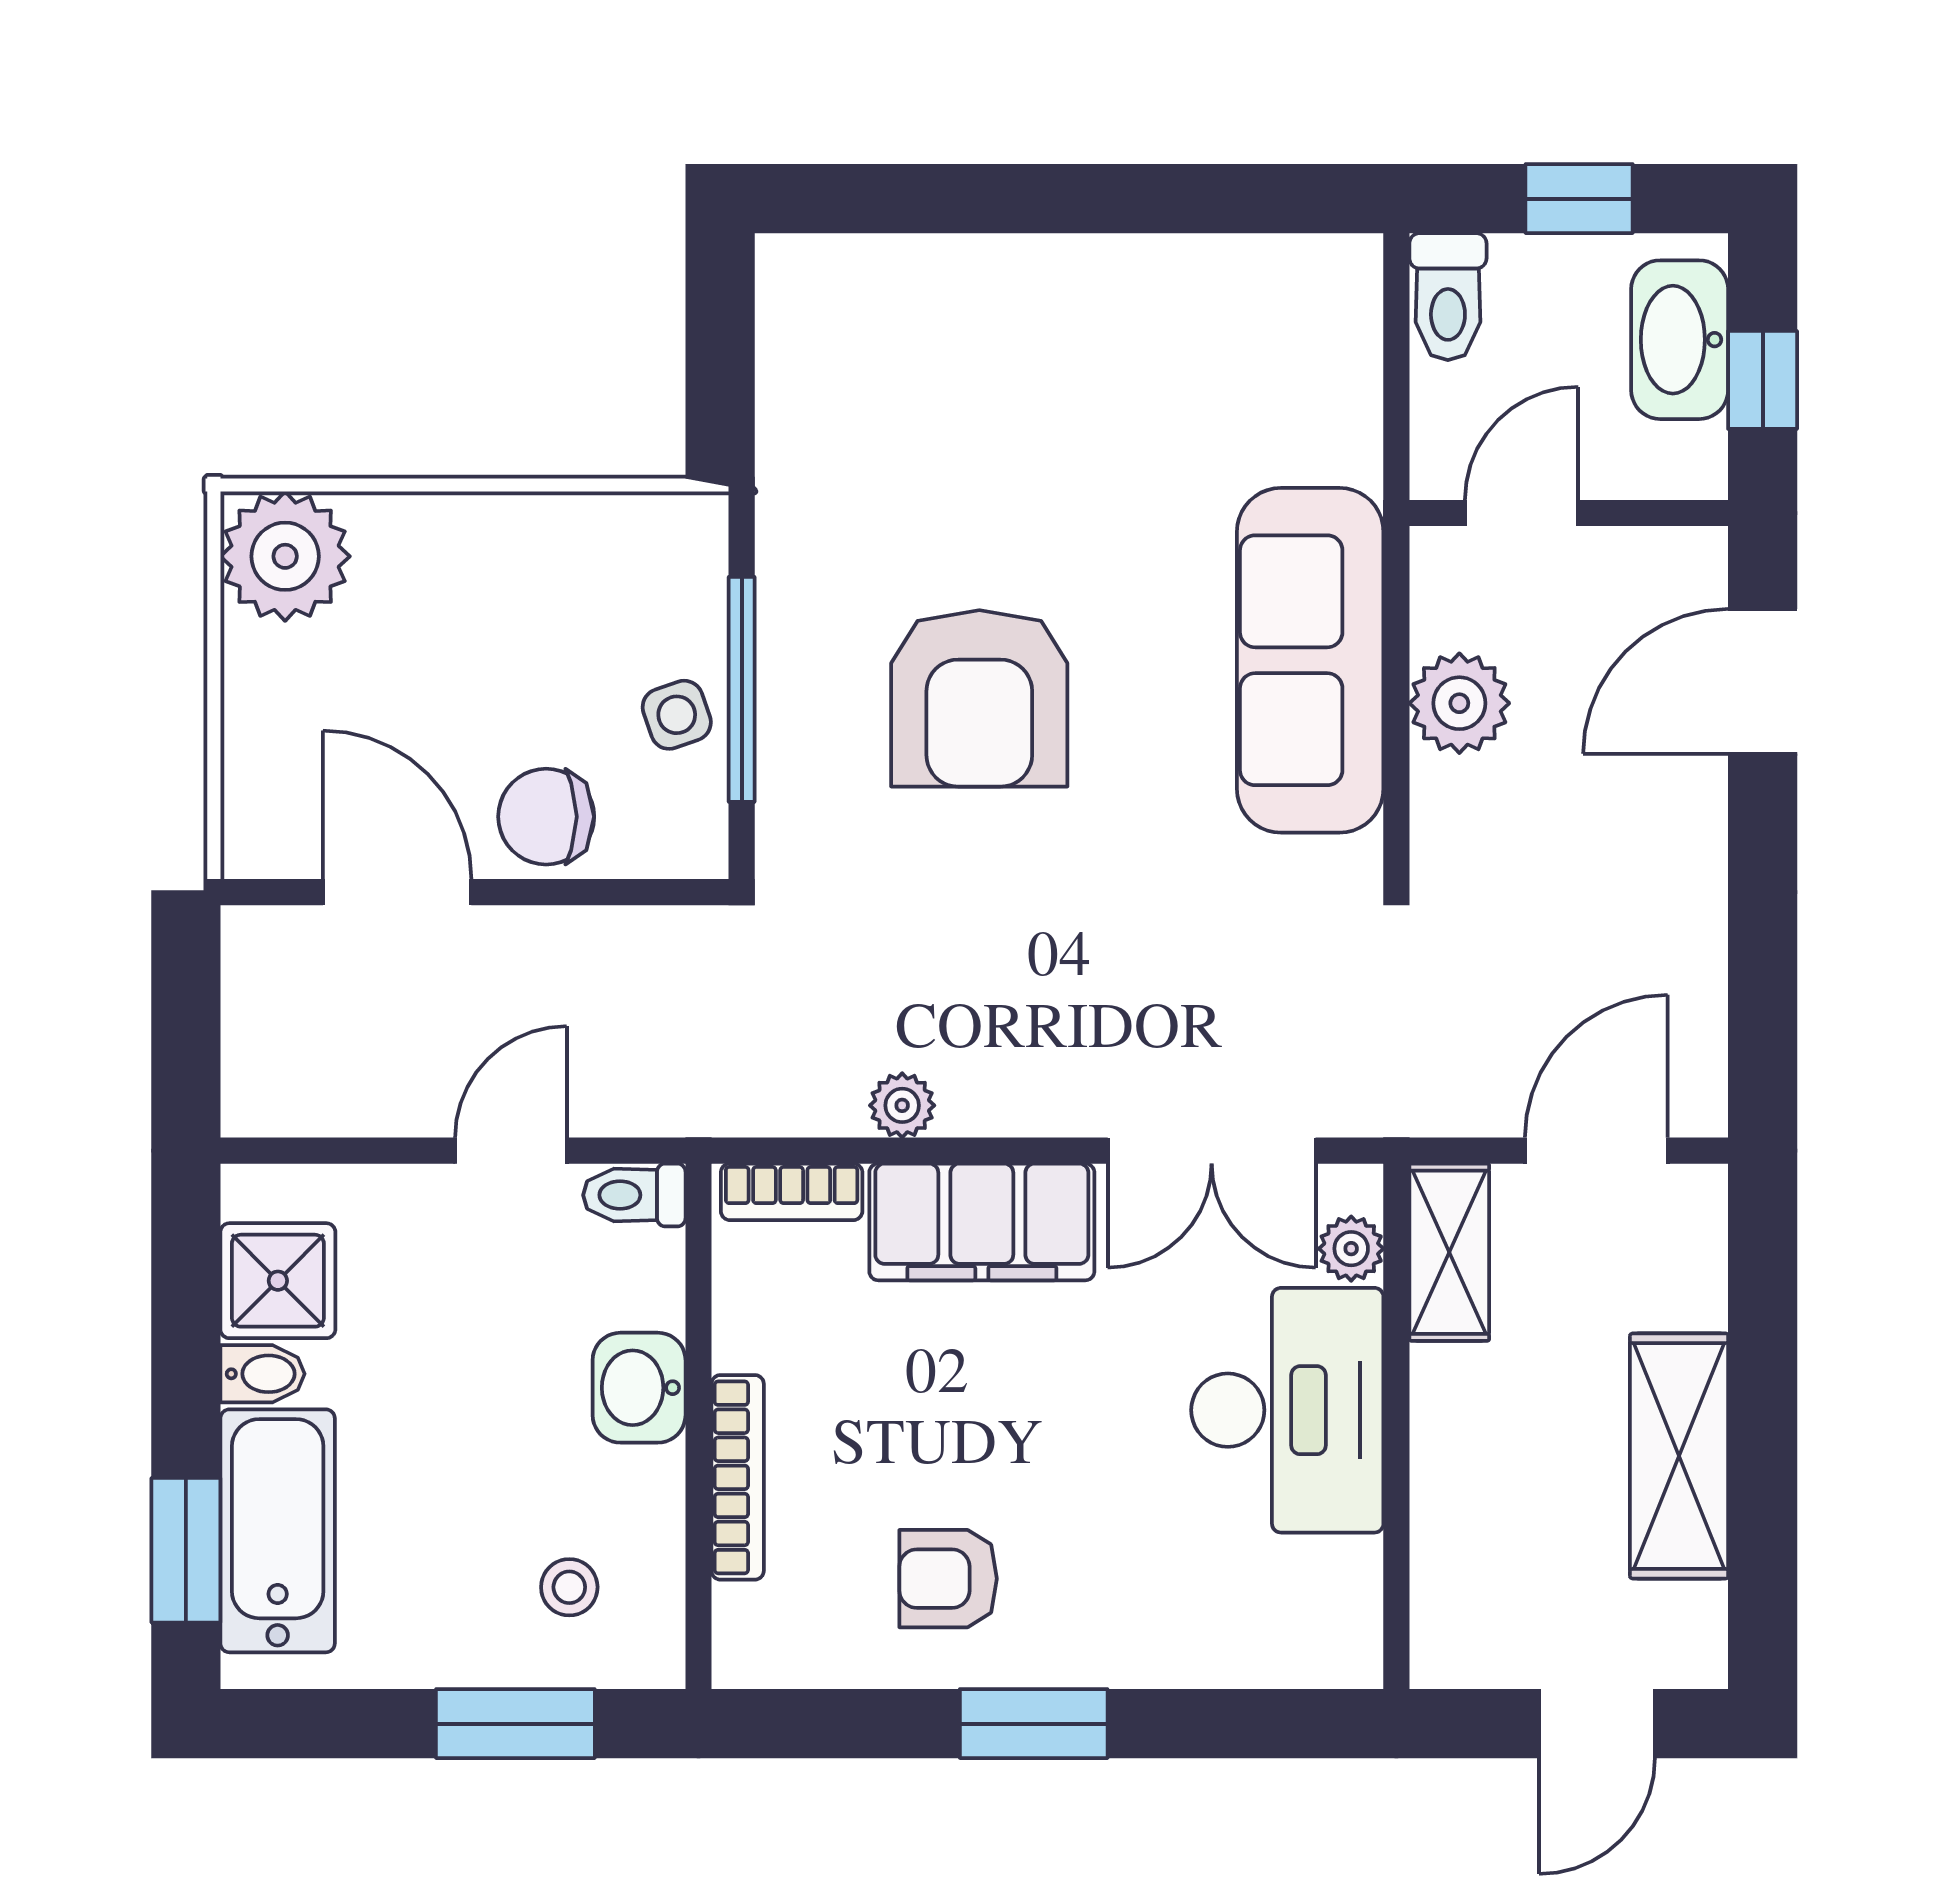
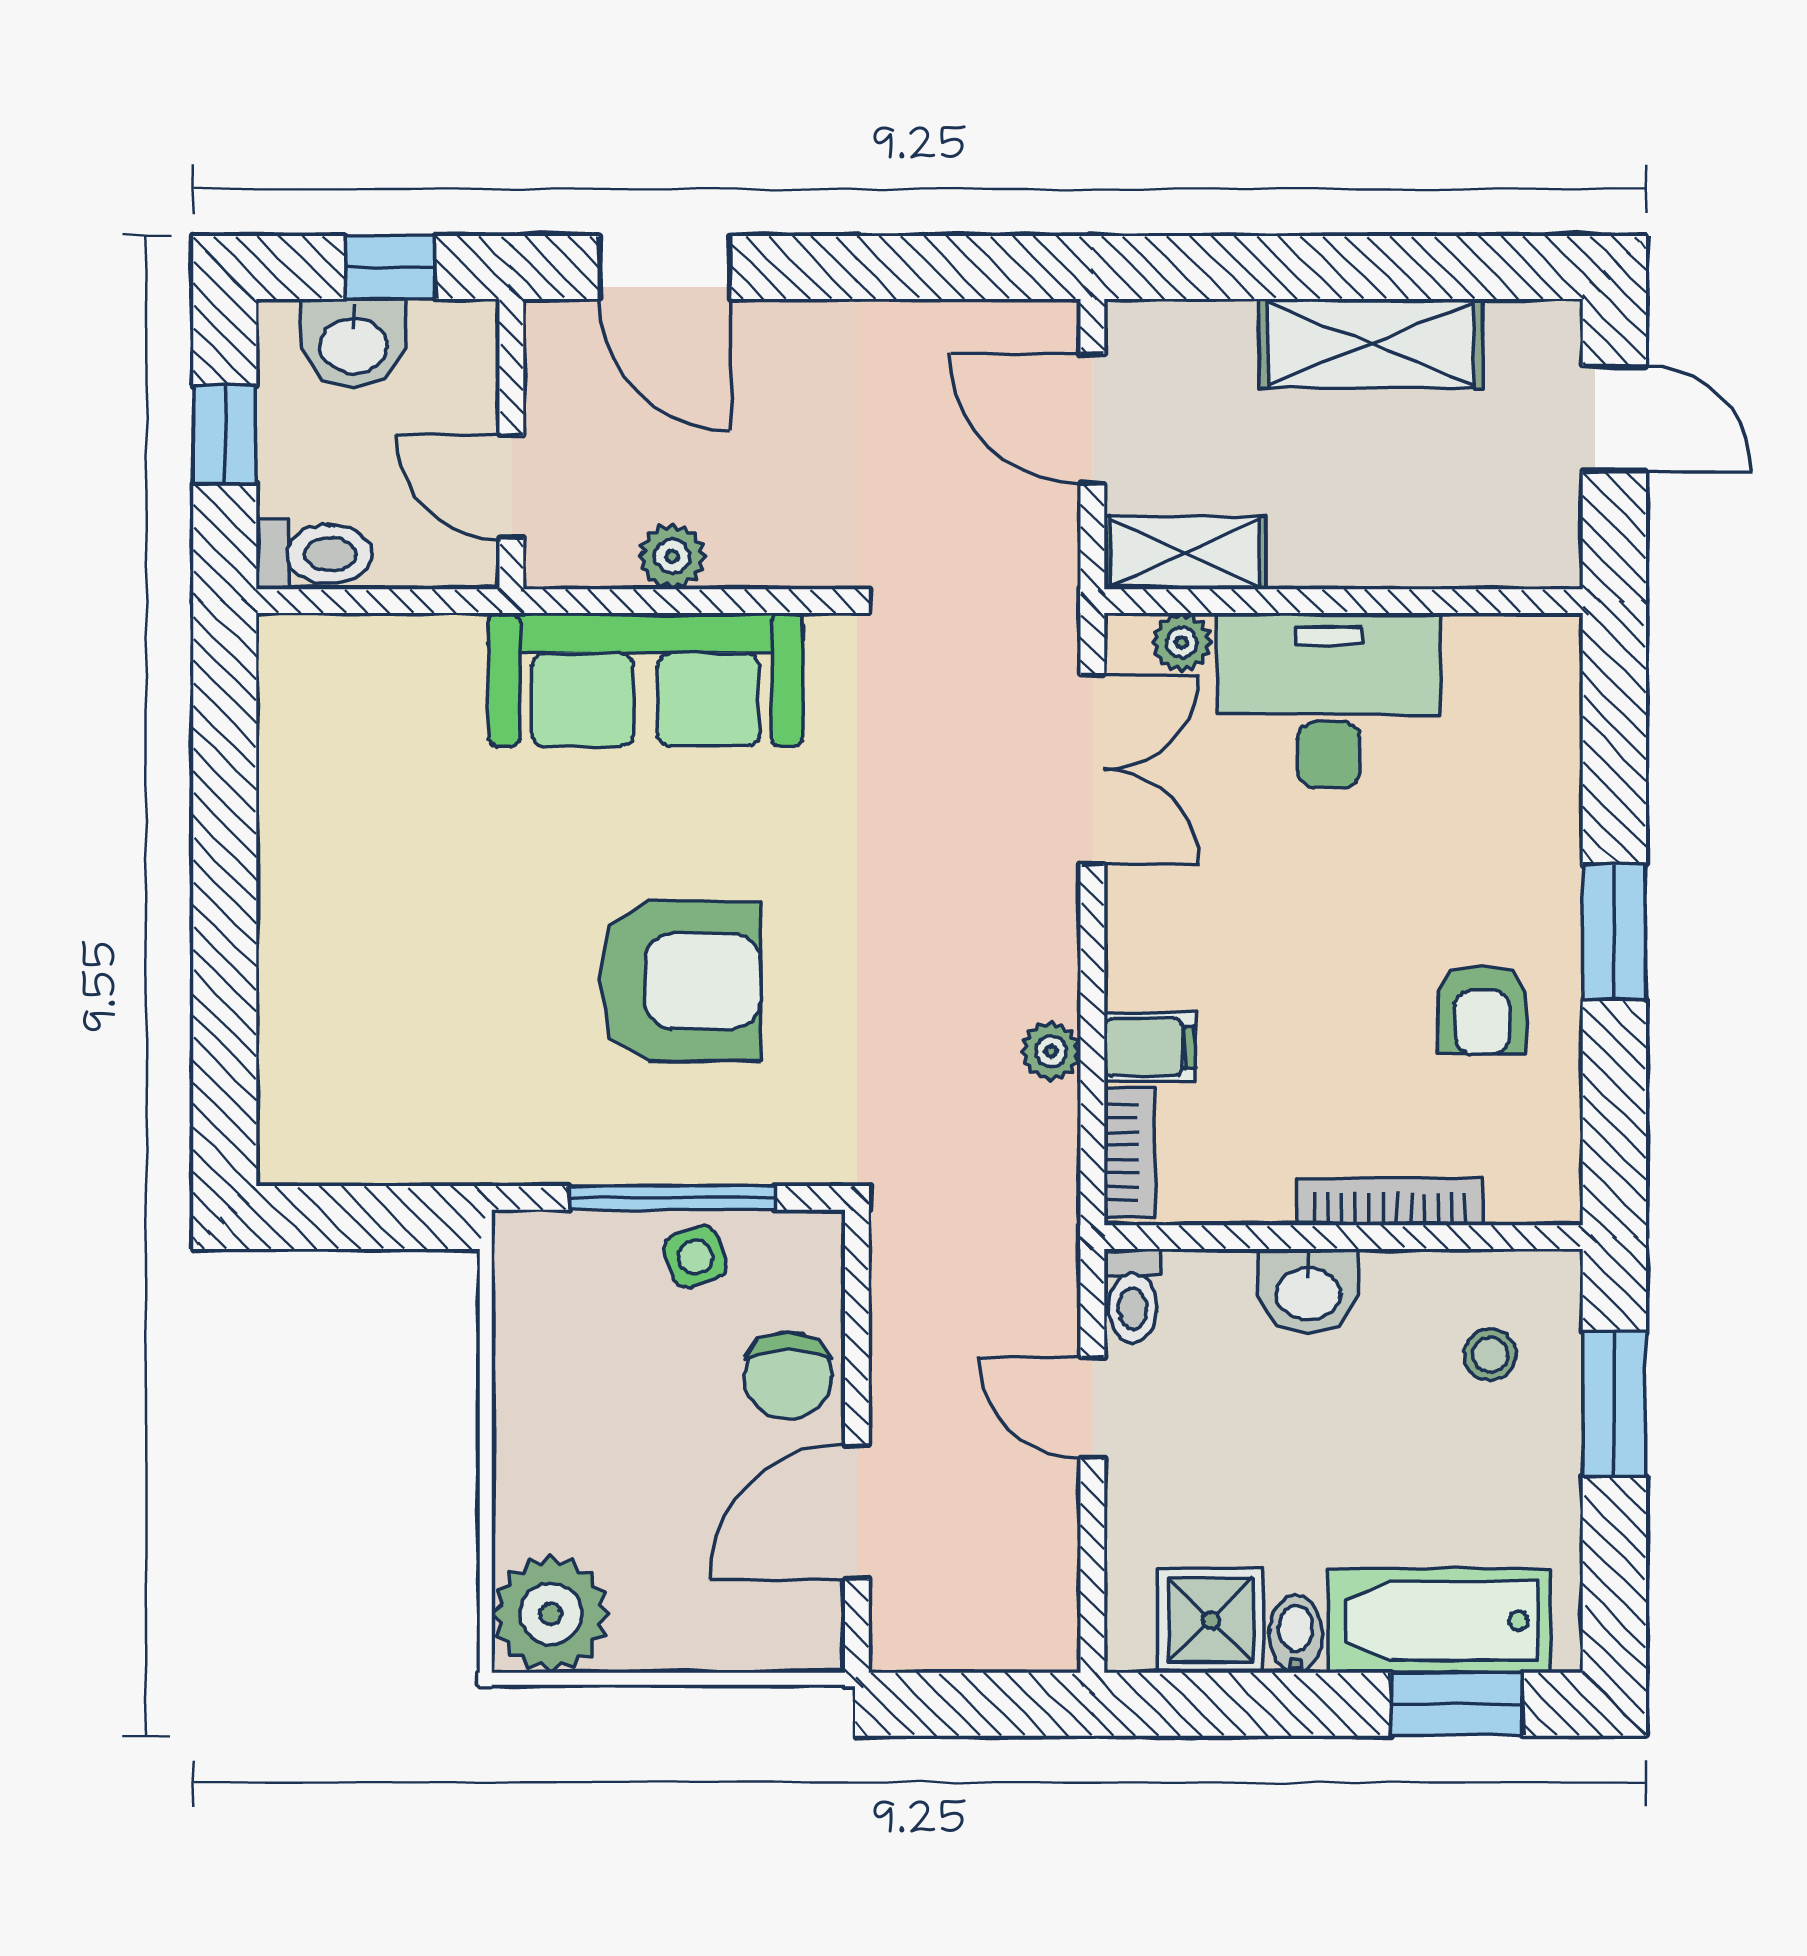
washbasin: (1680, 340) -> (353, 343), width x0.72
plant: (1459, 703) -> (672, 556), width x0.73, depth x0.73
filing cabinet: (982, 1222) -> (1150, 1047), width x0.33, depth x0.86

